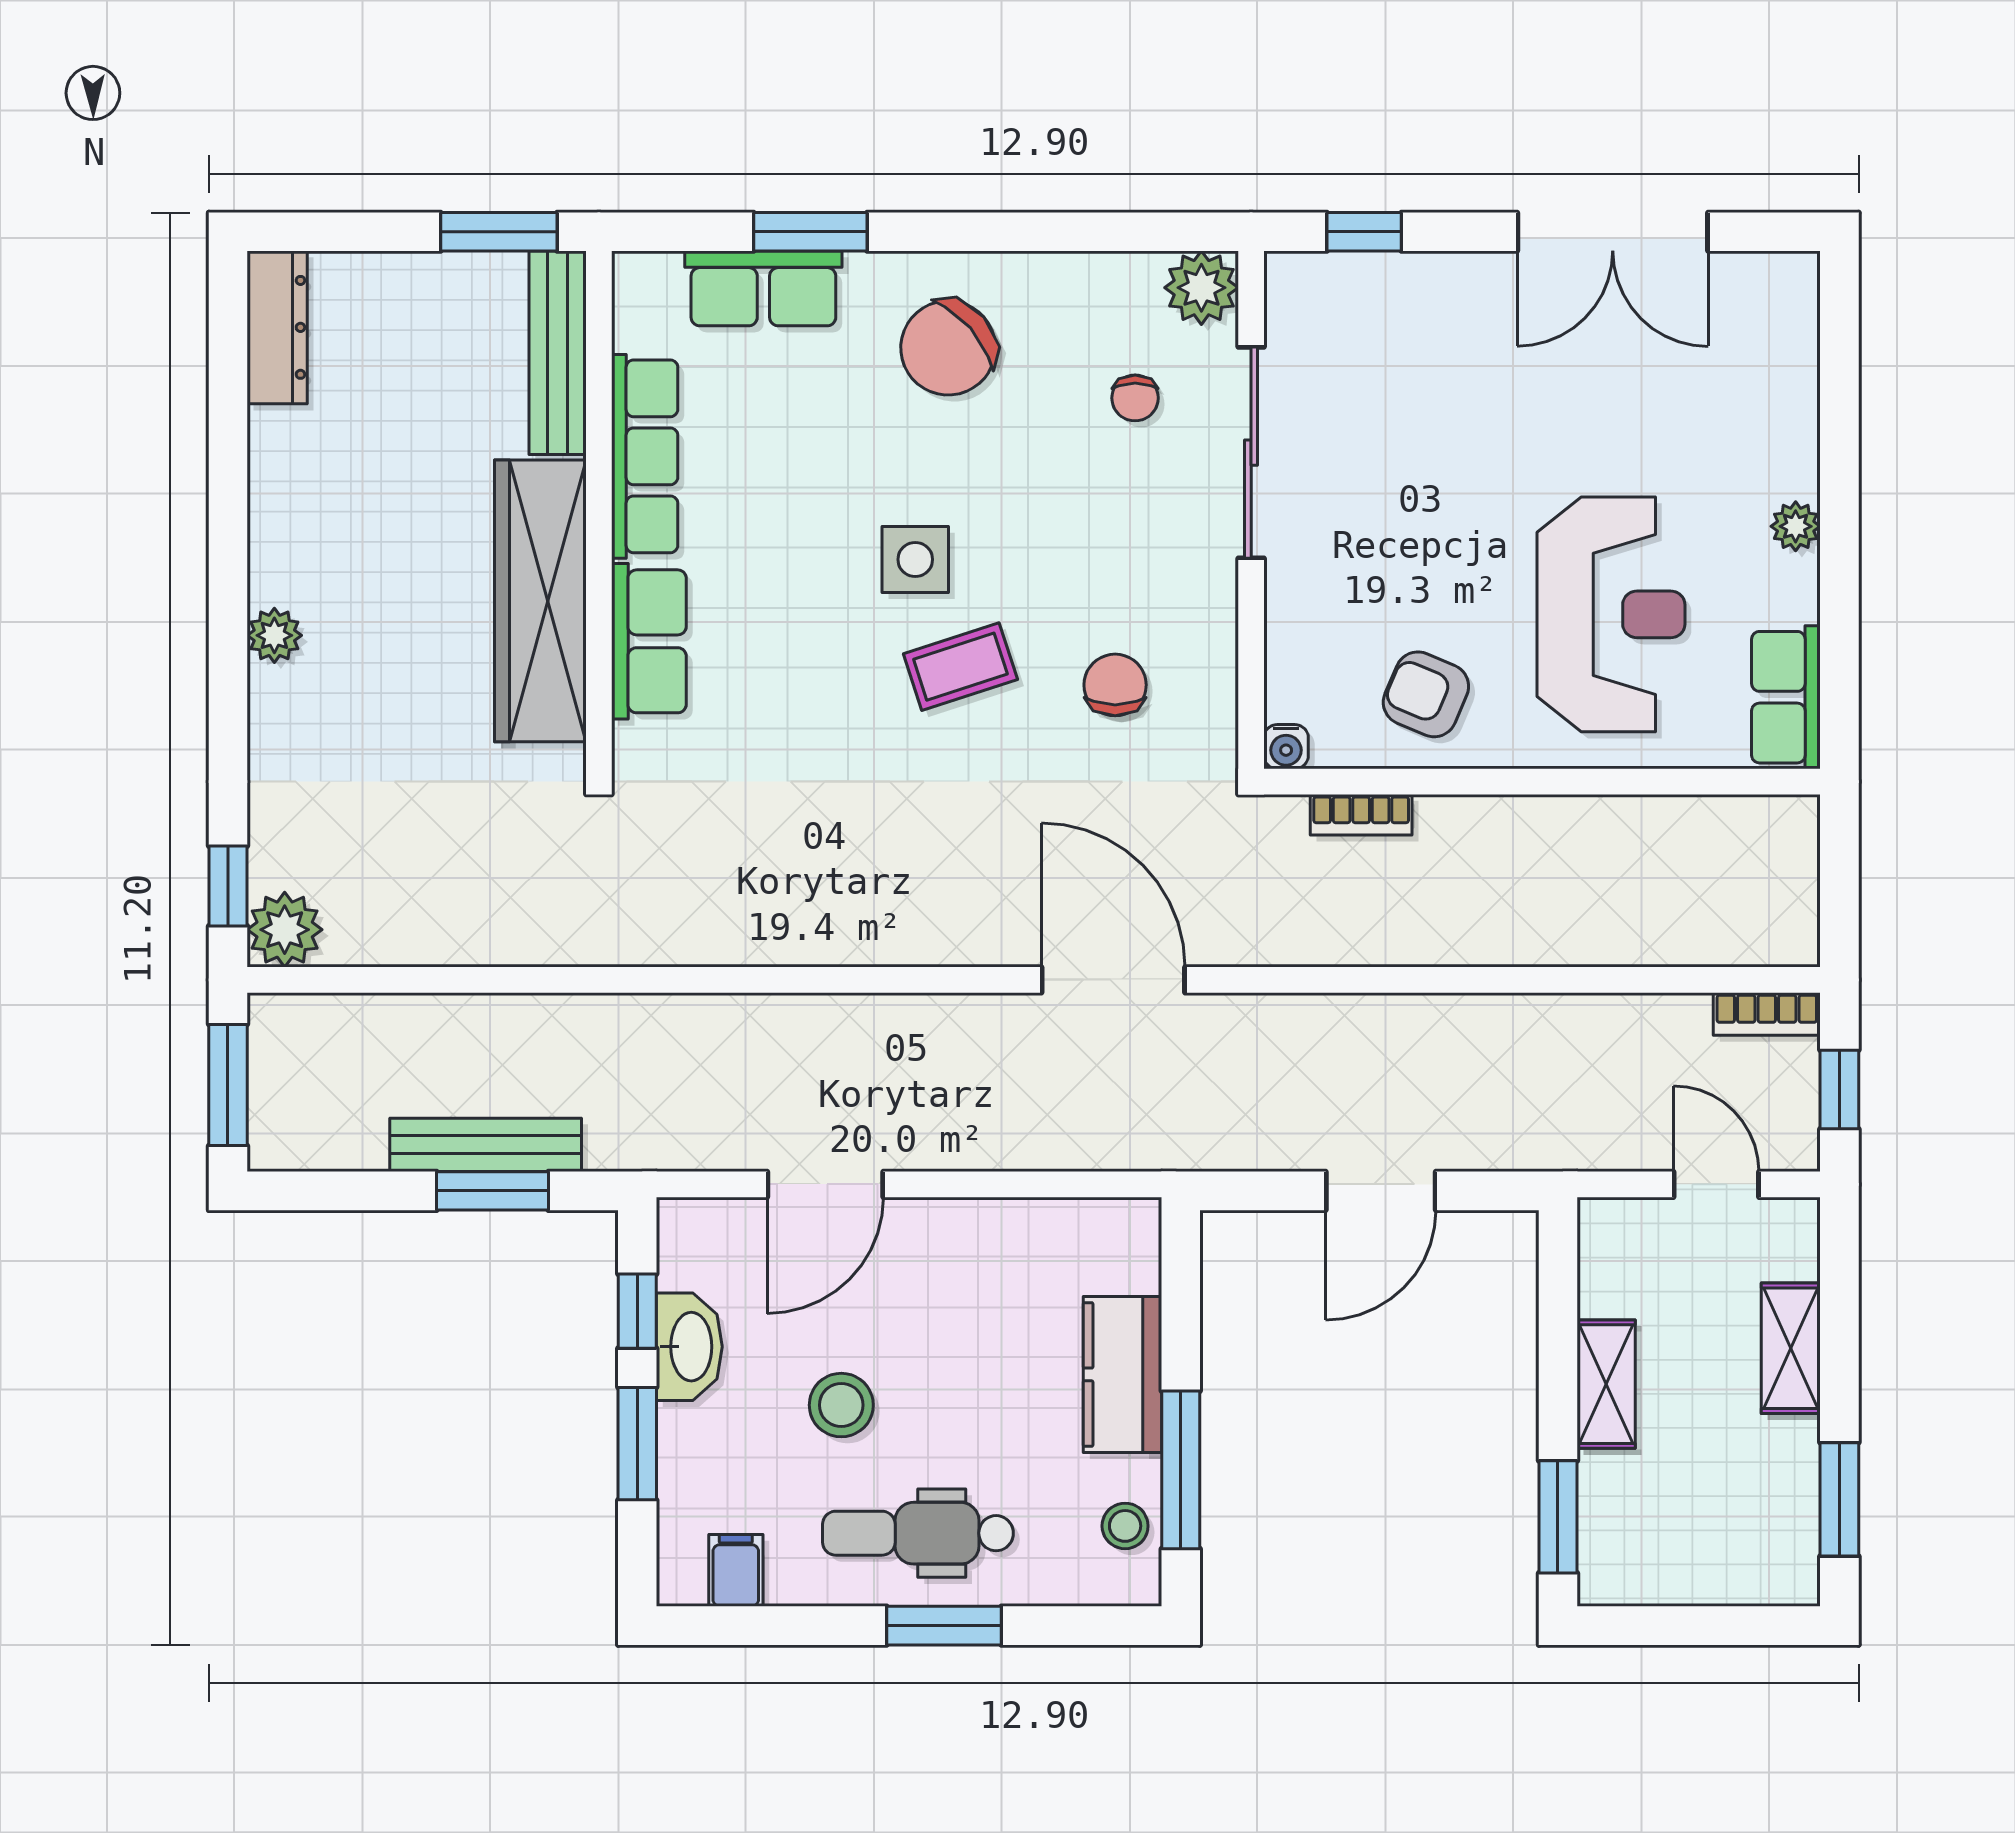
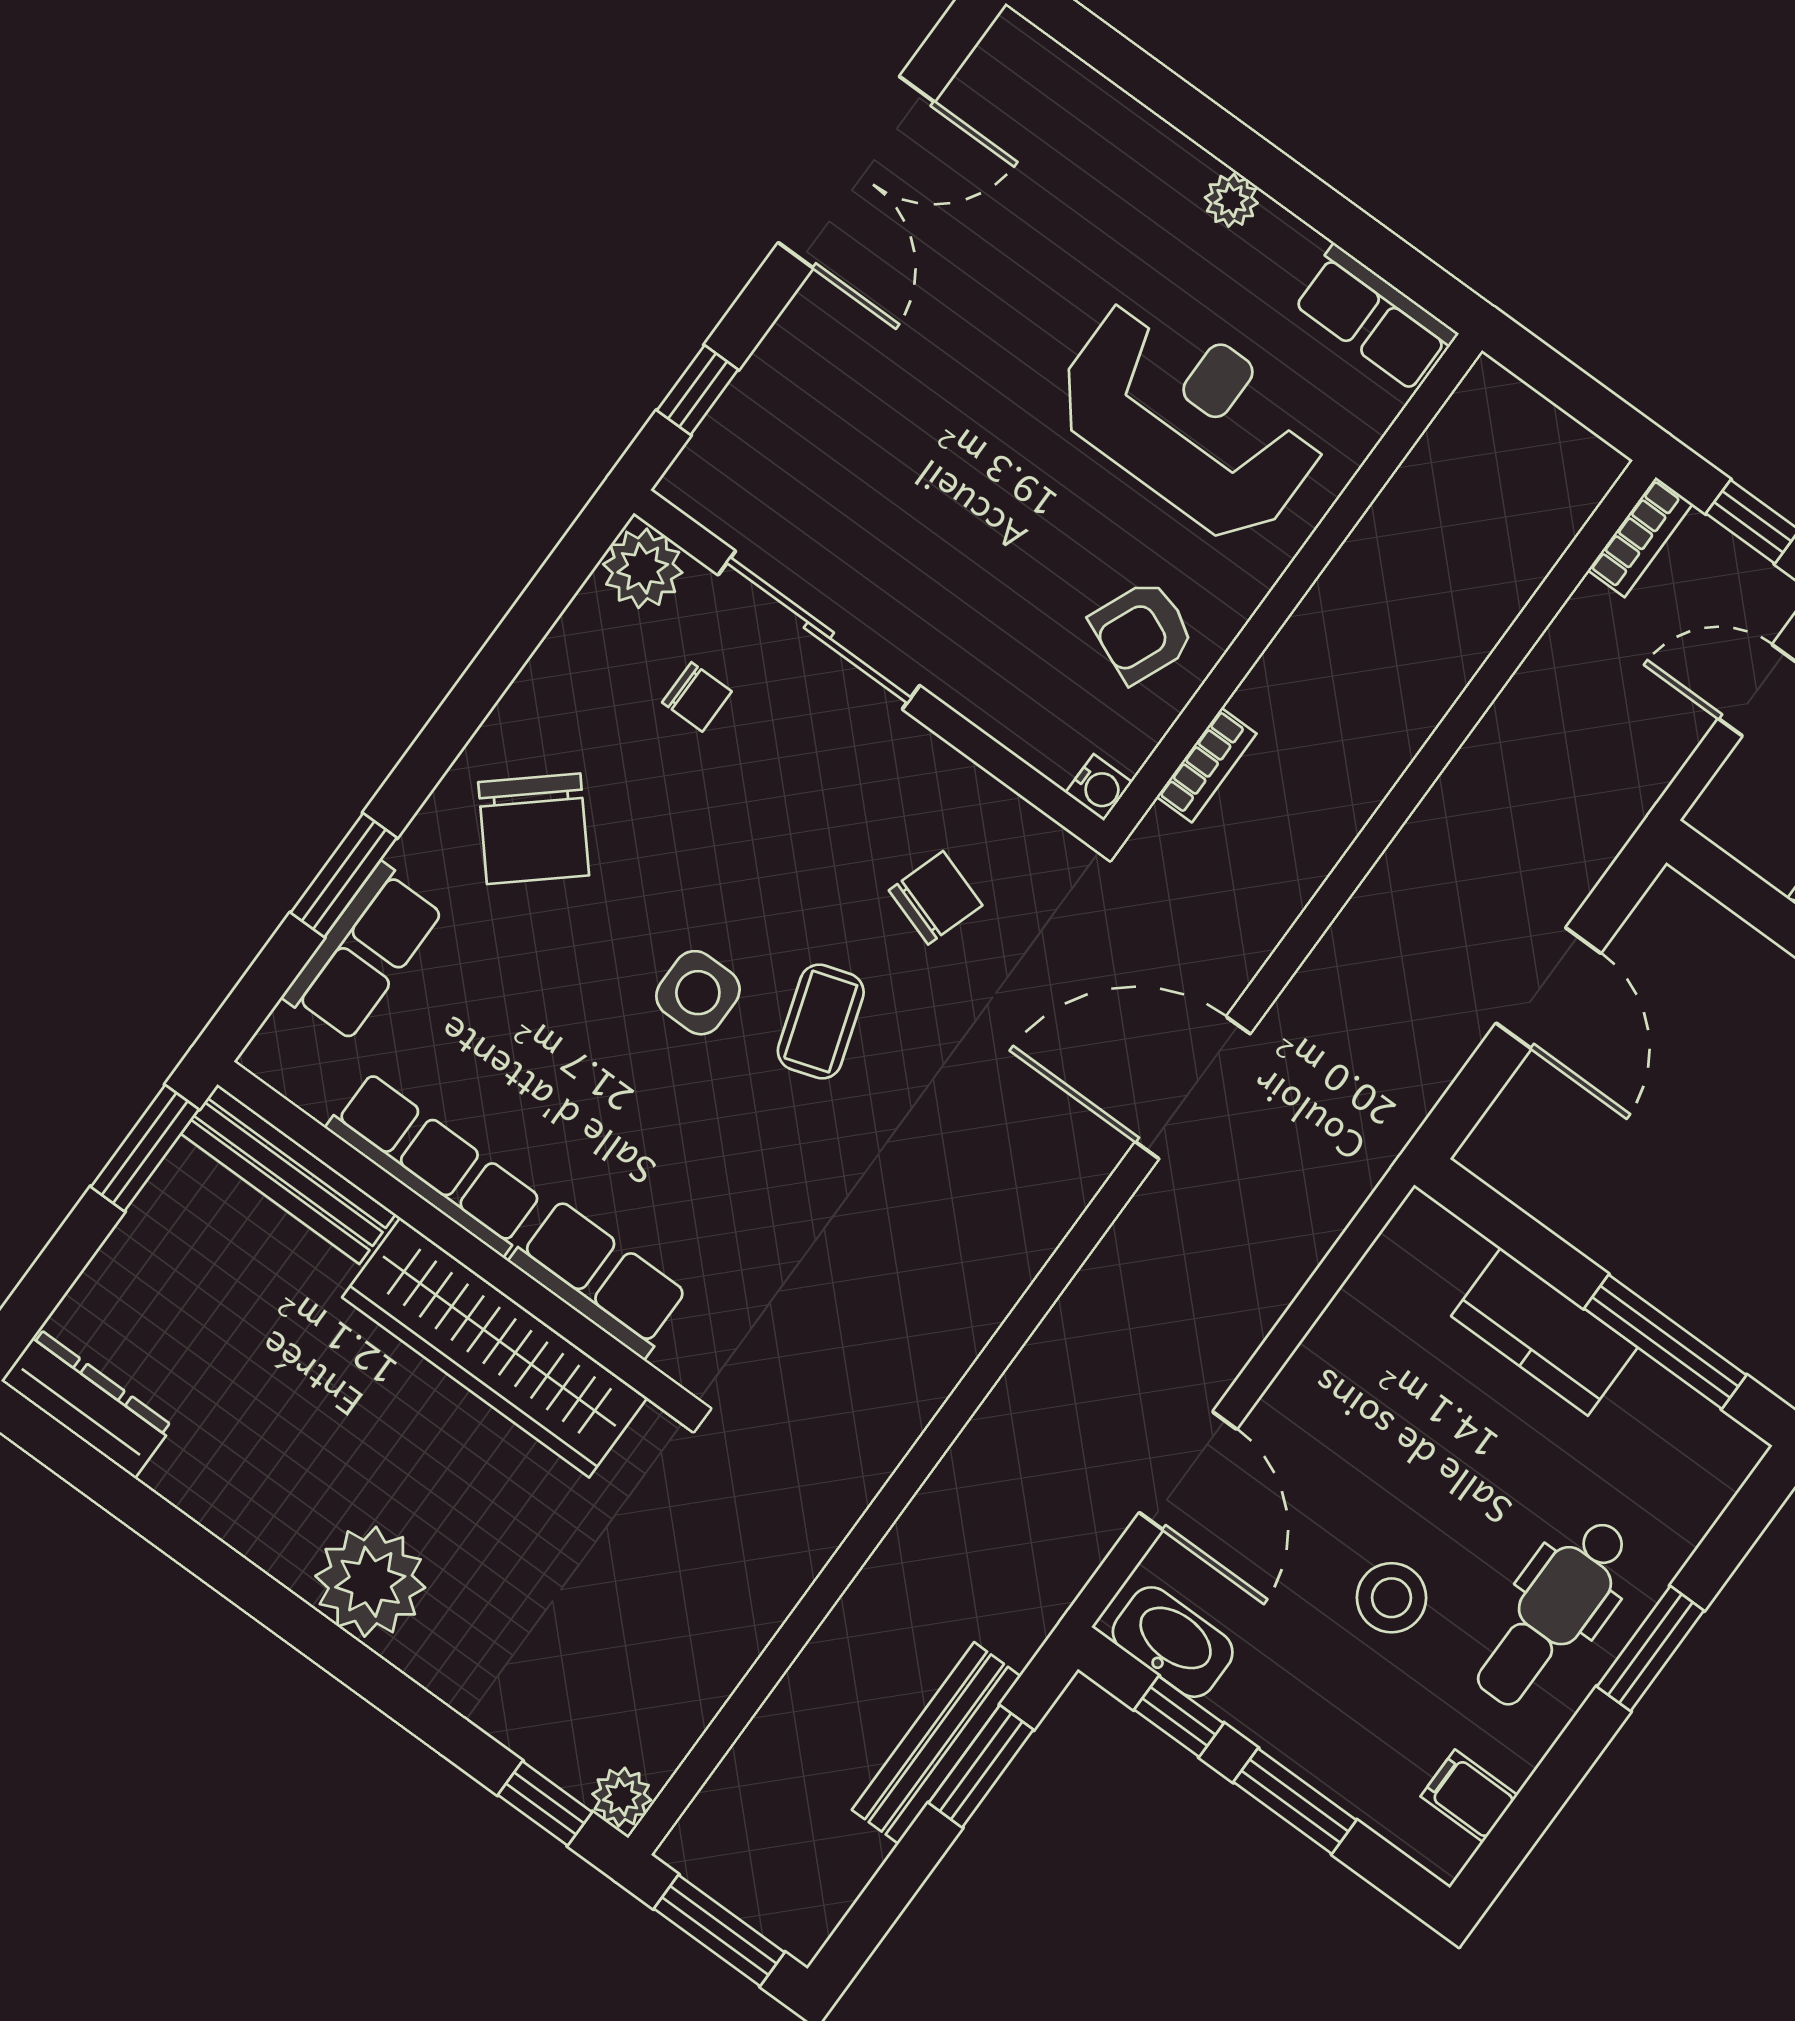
plant: (274, 635) -> (370, 1582), width x1.88, depth x1.88
chair: (1115, 685) -> (936, 898), turned 108
plant: (285, 930) -> (622, 1797), width x0.73, depth x0.73
washbasin: (689, 1347) -> (1173, 1642), moved
stool: (1125, 1526) -> (1679, 1426), removed

